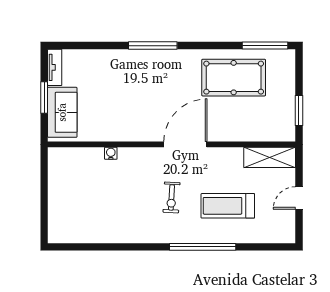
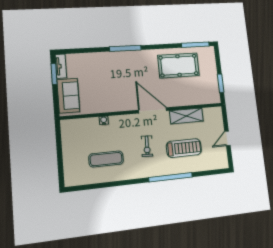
window: (44, 97) -> (54, 74), moved
door: (185, 144) -> (153, 110), hinge flipped
shelving: (270, 157) -> (186, 116), moved
treadmill: (228, 206) -> (184, 148), turned 180
exercise mat: (110, 210) -> (106, 159), added

